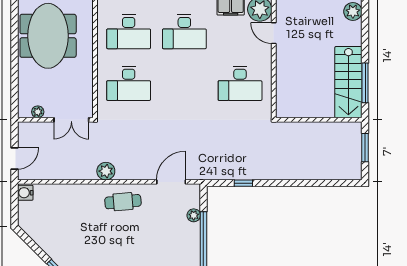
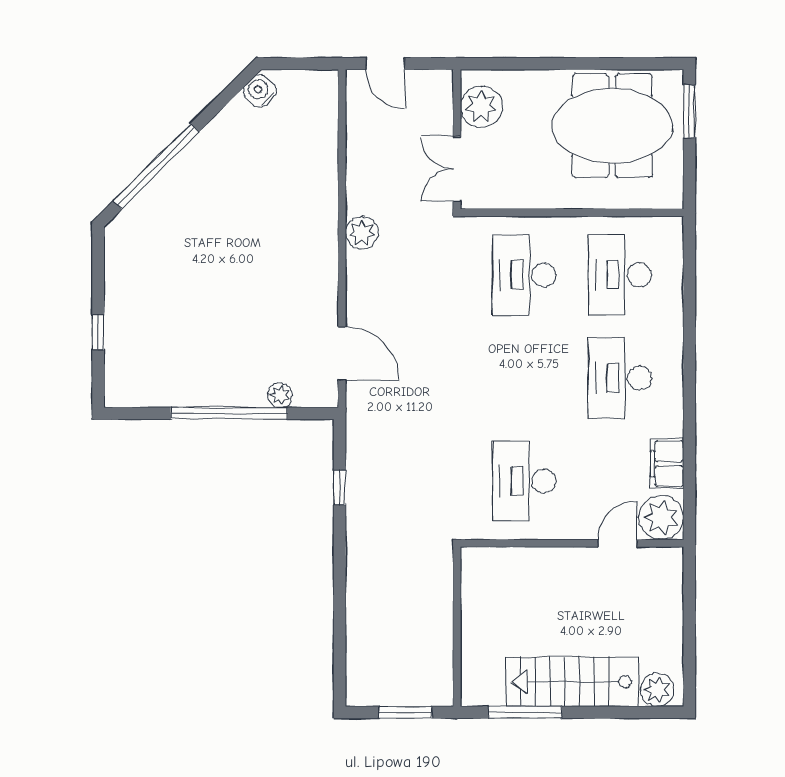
stairs: (348, 82) -> (572, 682), moved
plant: (38, 112) -> (481, 107), width x1.87, depth x1.87
water cooler: (25, 193) -> (260, 91), moved, turned -45
cafe table: (123, 202) -> (305, 264), removed

